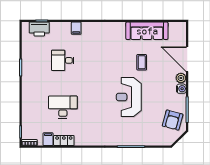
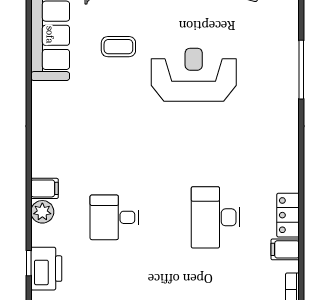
plant: (65, 27) -> (42, 212), added
desk: (63, 60) -> (114, 217), turned 90
reception desk: (129, 97) -> (194, 75), turned 180

